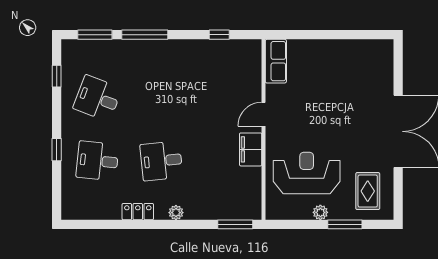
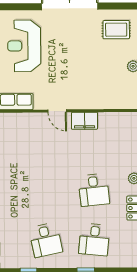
desk: (97, 98) -> (46, 240), turned -33
reception desk: (307, 173) -> (24, 46), moved

